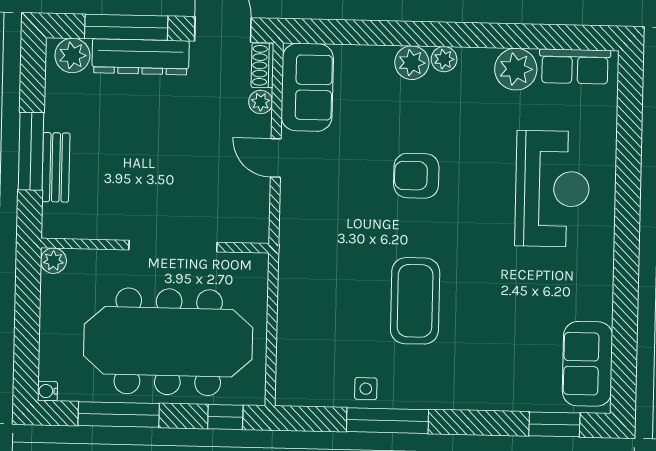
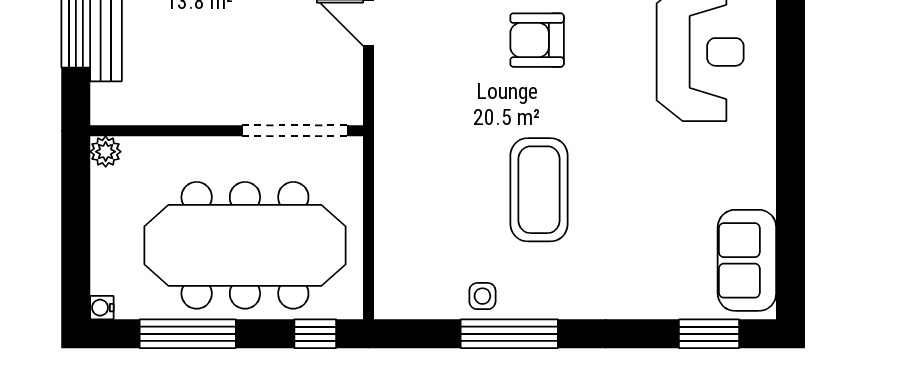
doorway: (173, 246) -> (295, 131), moved

